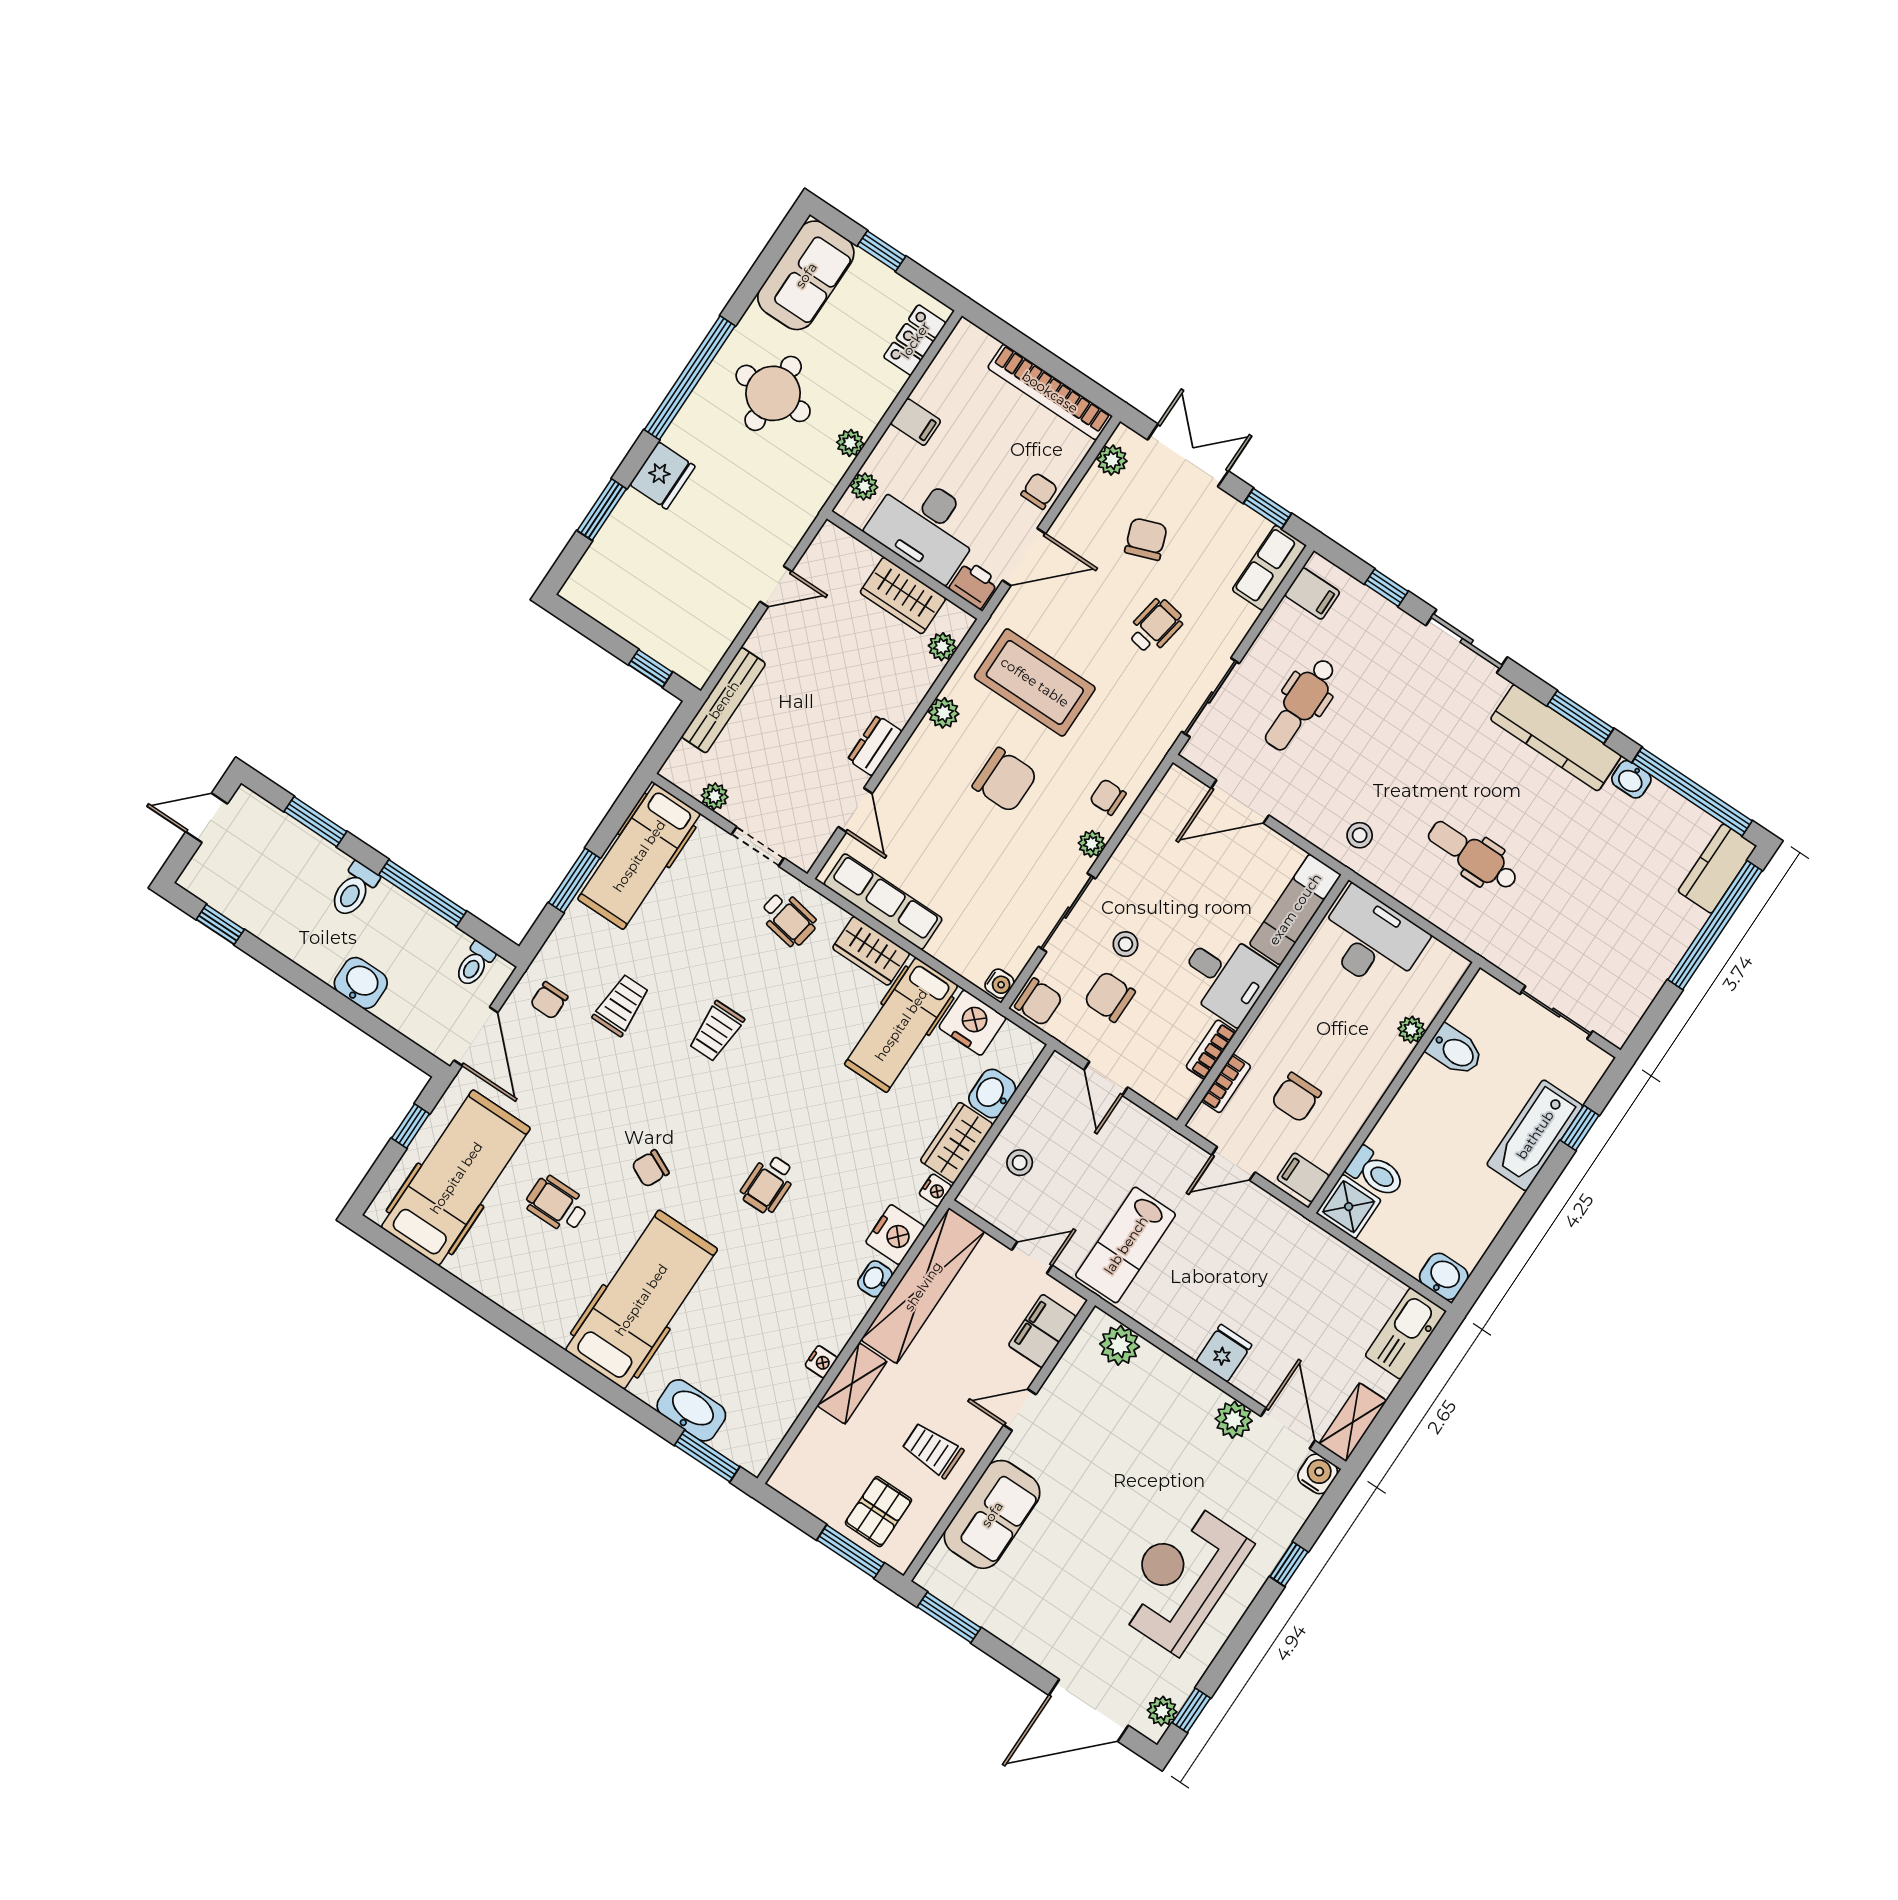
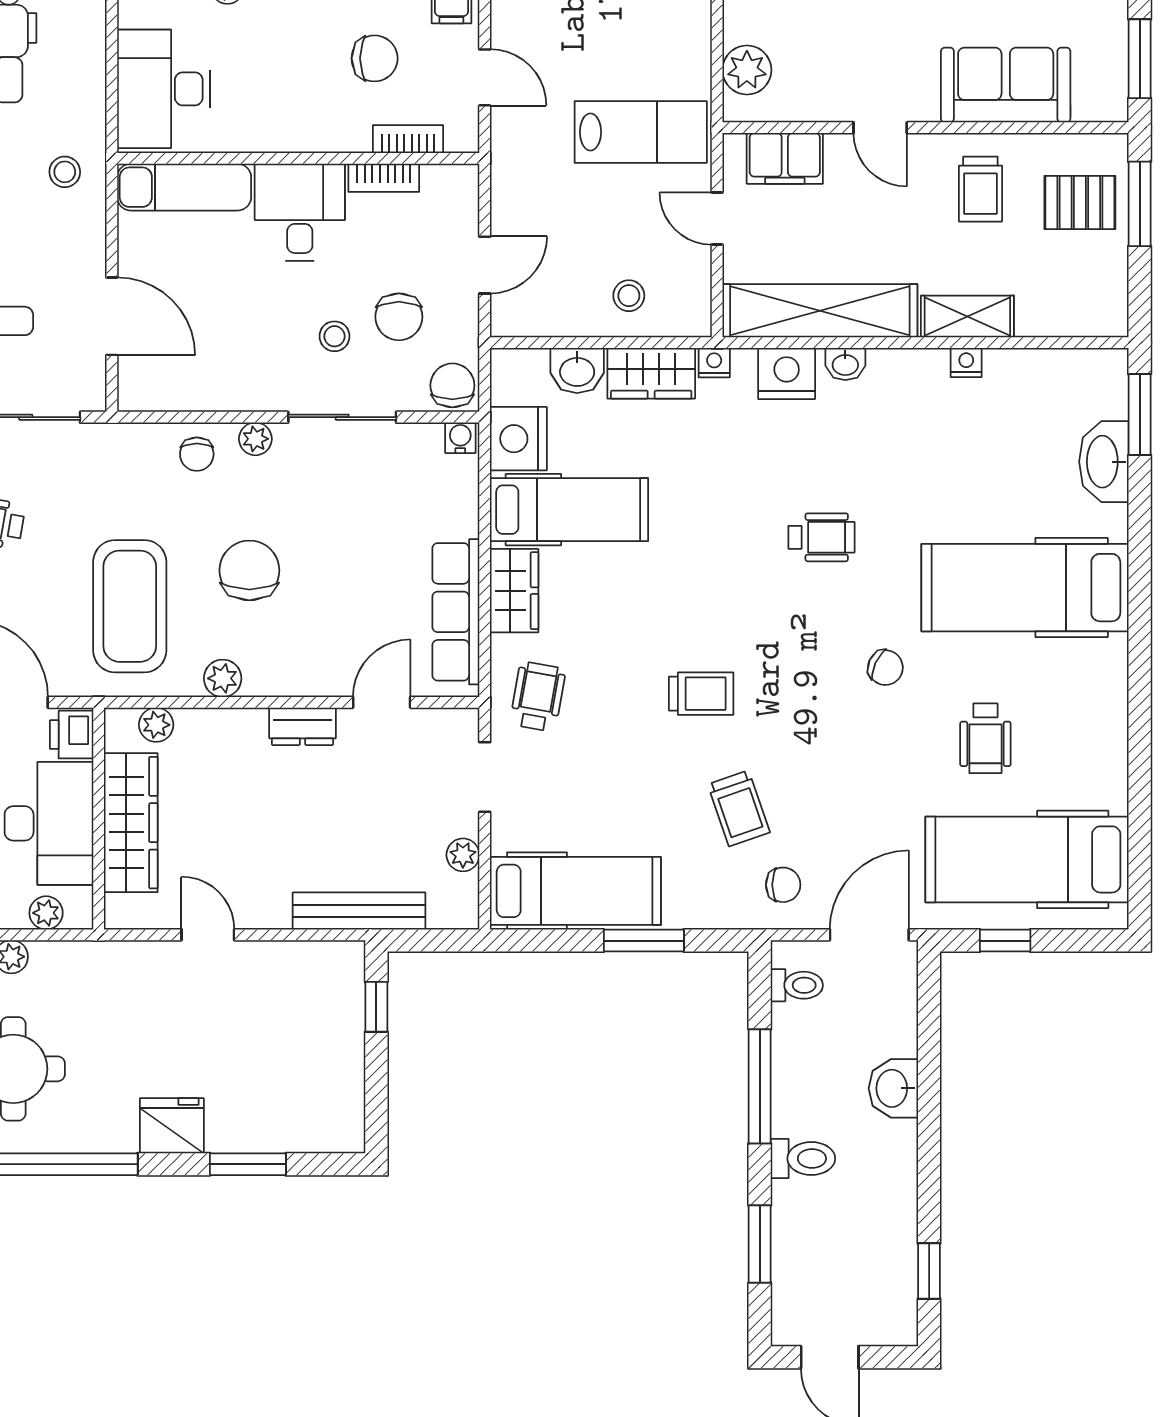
wardrobe: (903, 595) -> (131, 823), width x1.50
trolley: (621, 1005) -> (739, 808), turned -109

